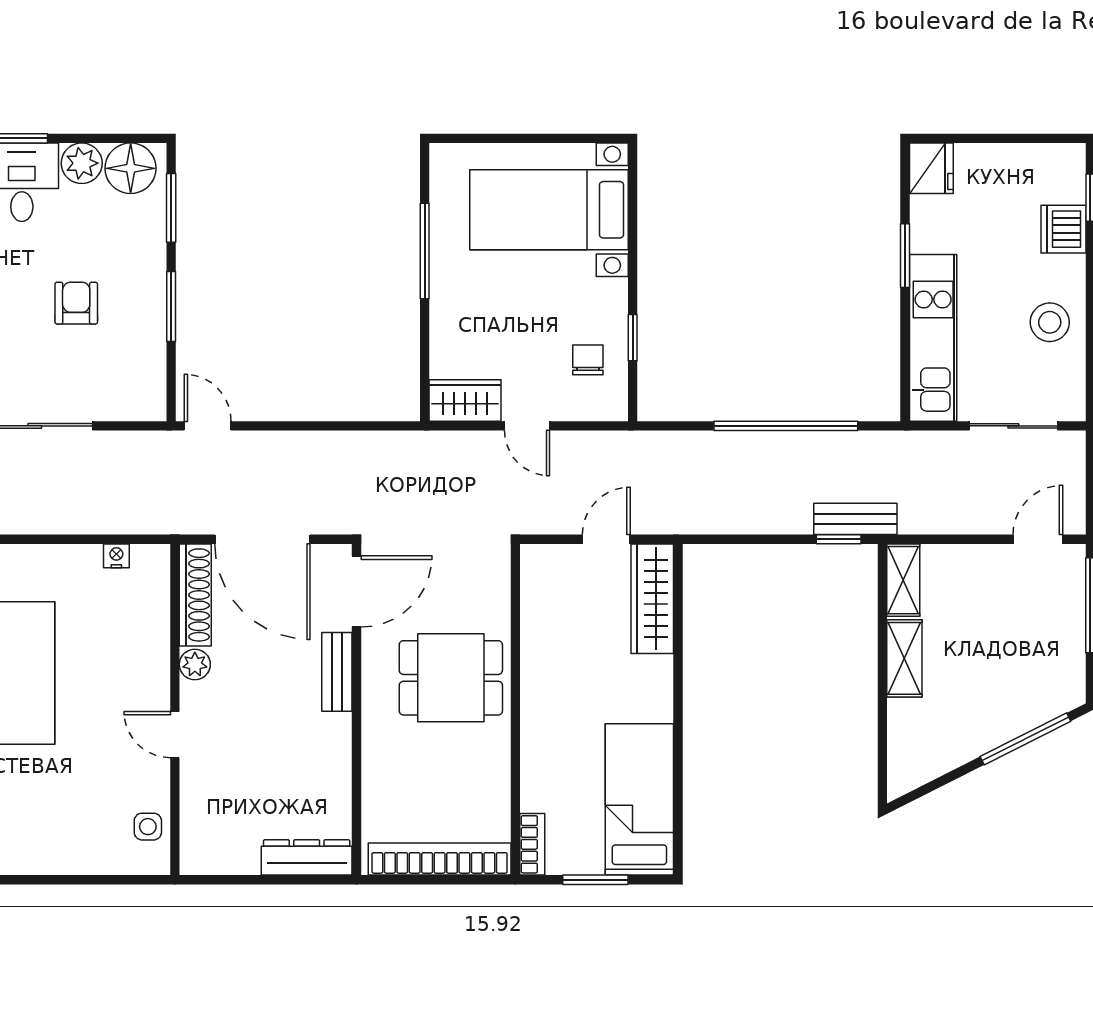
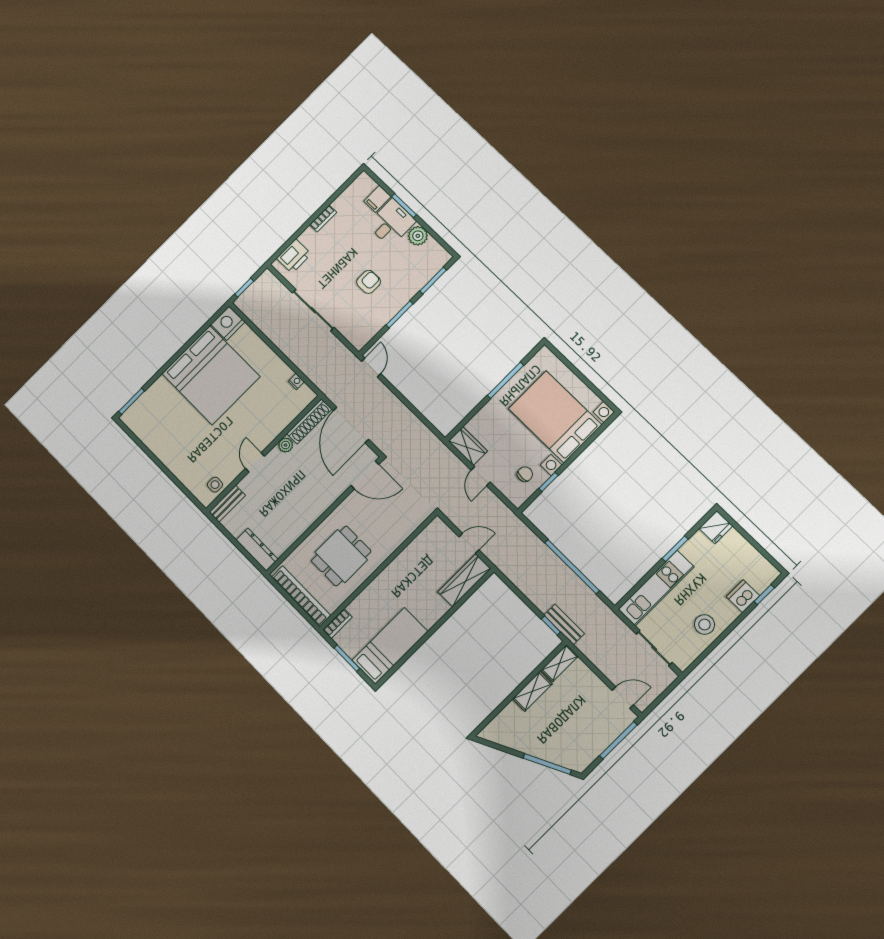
floor lamp: (131, 168) -> (433, 254), removed
bed with nightstands: (549, 210) -> (555, 417), width x1.36
bench: (337, 672) -> (227, 504), moved
dining table: (451, 678) -> (341, 556), moved, turned 90

